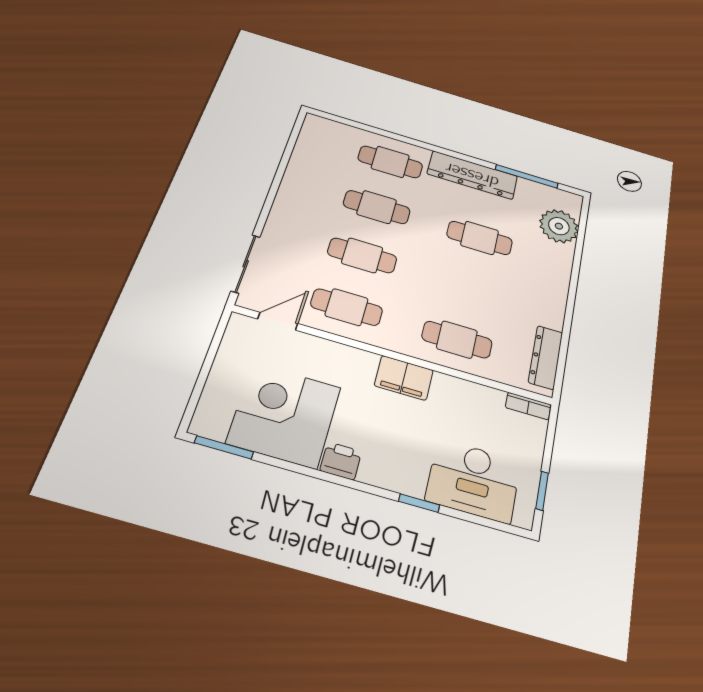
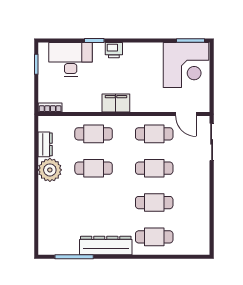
plant: (559, 226) -> (50, 170), moved
cafe table: (480, 238) -> (94, 168), moved
door: (278, 321) -> (186, 114), hinge flipped
dresser: (546, 357) -> (45, 144), width x0.70
corner desk: (284, 415) -> (186, 65), moved
printer: (341, 461) -> (114, 50), moved

